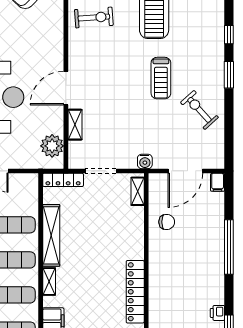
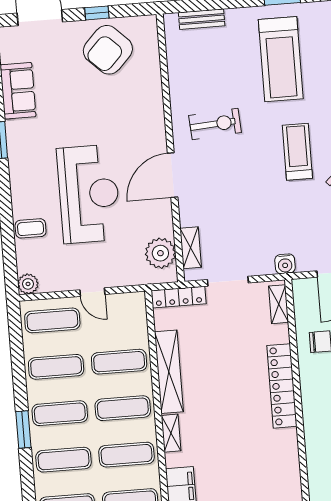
exercise bike: (94, 17) -> (215, 124), moved
treadmill: (161, 78) -> (297, 152), turned 180
shelving: (75, 125) -> (191, 248), moved
locker: (135, 292) -> (282, 386), moved

